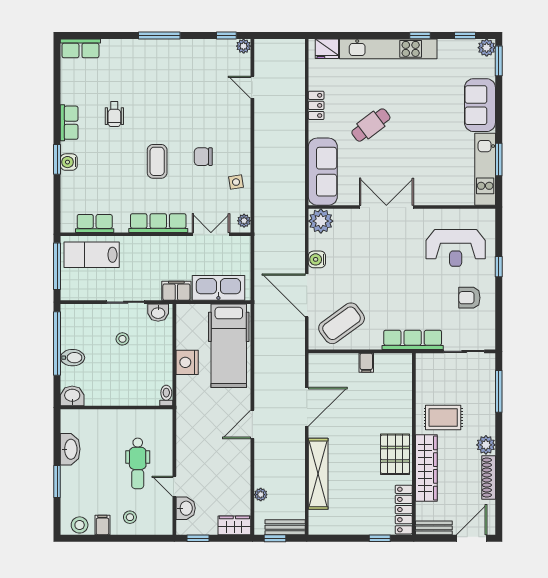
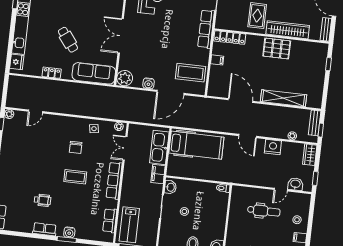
coffee table: (342, 323) -> (190, 73), turned -54
nightstand: (187, 362) -> (273, 147), moved, turned 180
locker: (404, 510) -> (230, 38), moved

